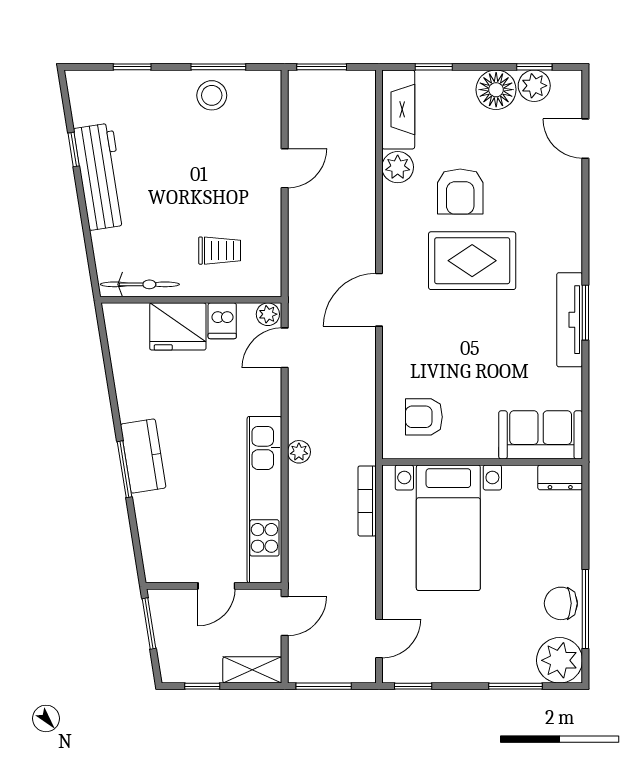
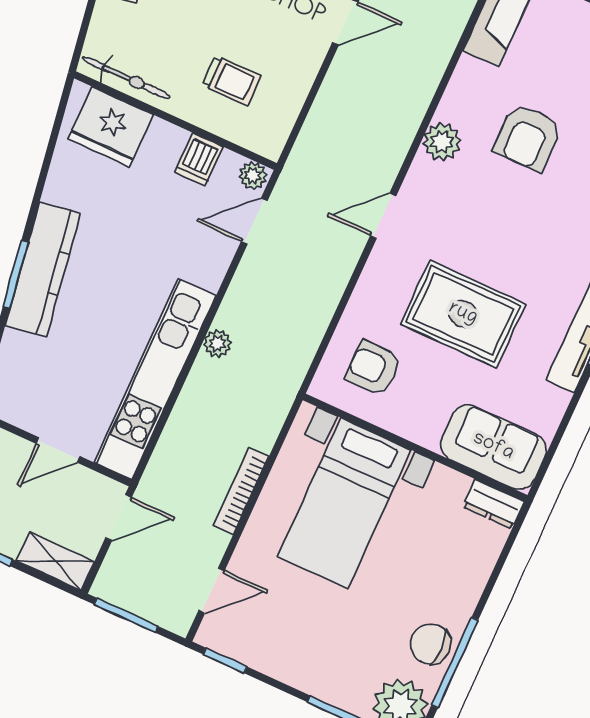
plant: (398, 167) -> (442, 142), moved
rug: (472, 261) -> (463, 314), moved
door: (379, 300) -> (383, 216), width x0.73
fridge: (178, 326) -> (111, 127), moved
kitchen counter: (143, 456) -> (43, 269), width x1.50
bookcase: (367, 501) -> (241, 491), moved

